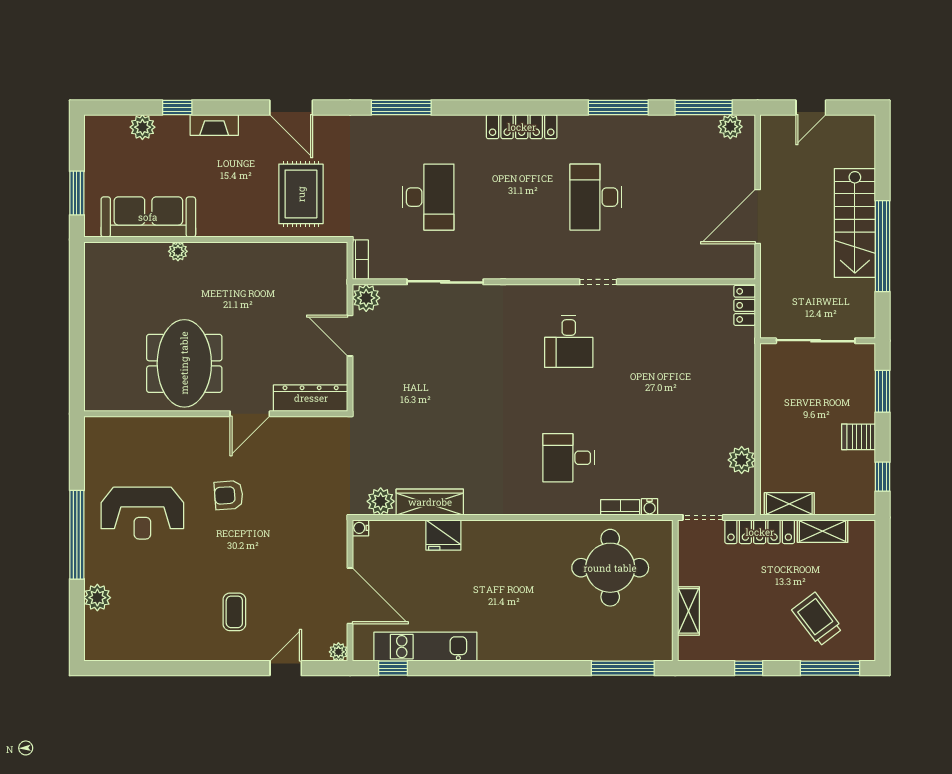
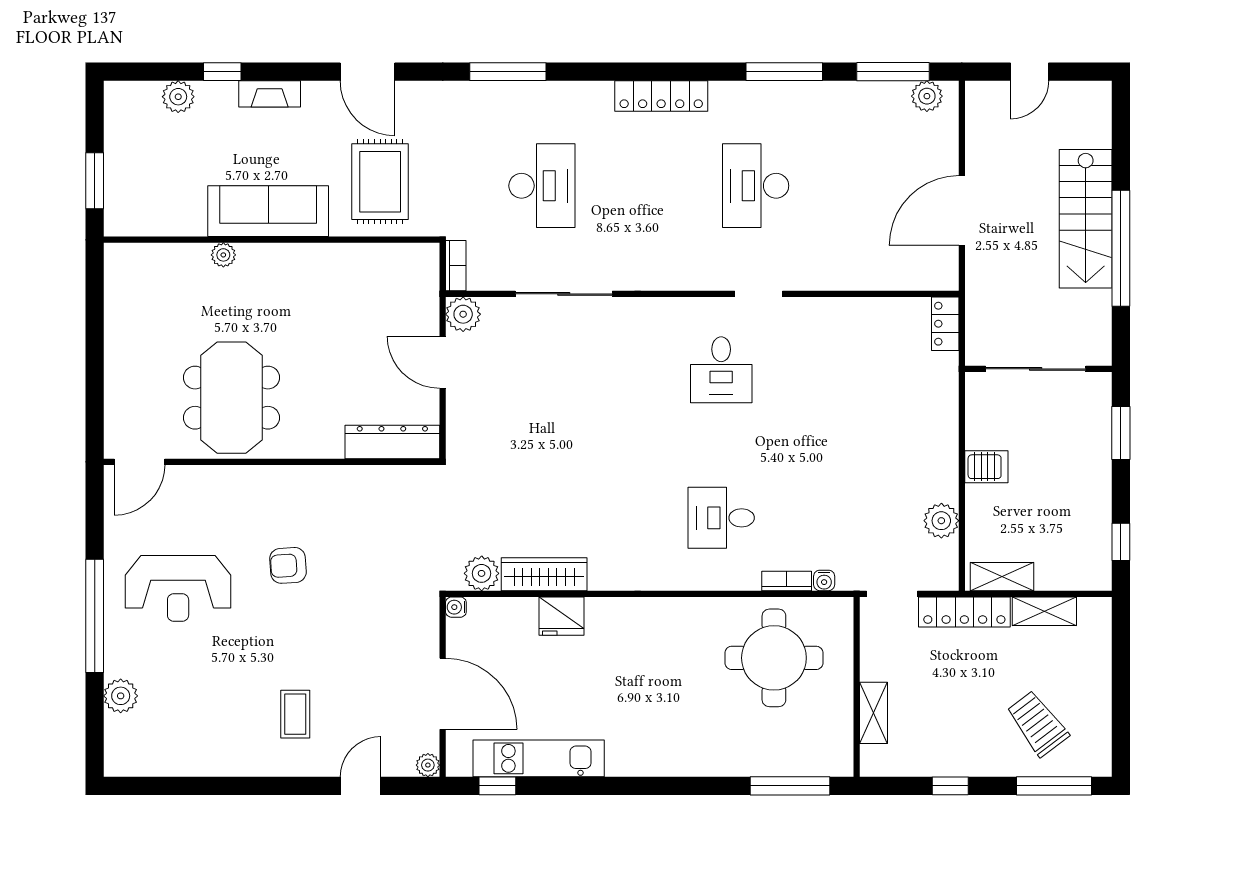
sofa: (148, 217) -> (268, 211), moved
door: (250, 414) -> (139, 462), moved
server rack: (858, 437) -> (986, 467), moved, turned 180

